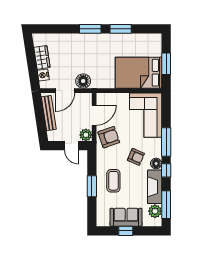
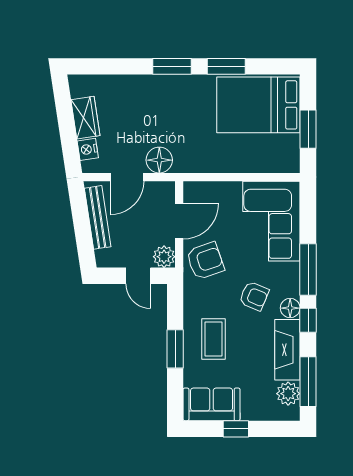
bed: (138, 73) -> (258, 105), moved
sofa: (126, 217) -> (212, 404), moved

